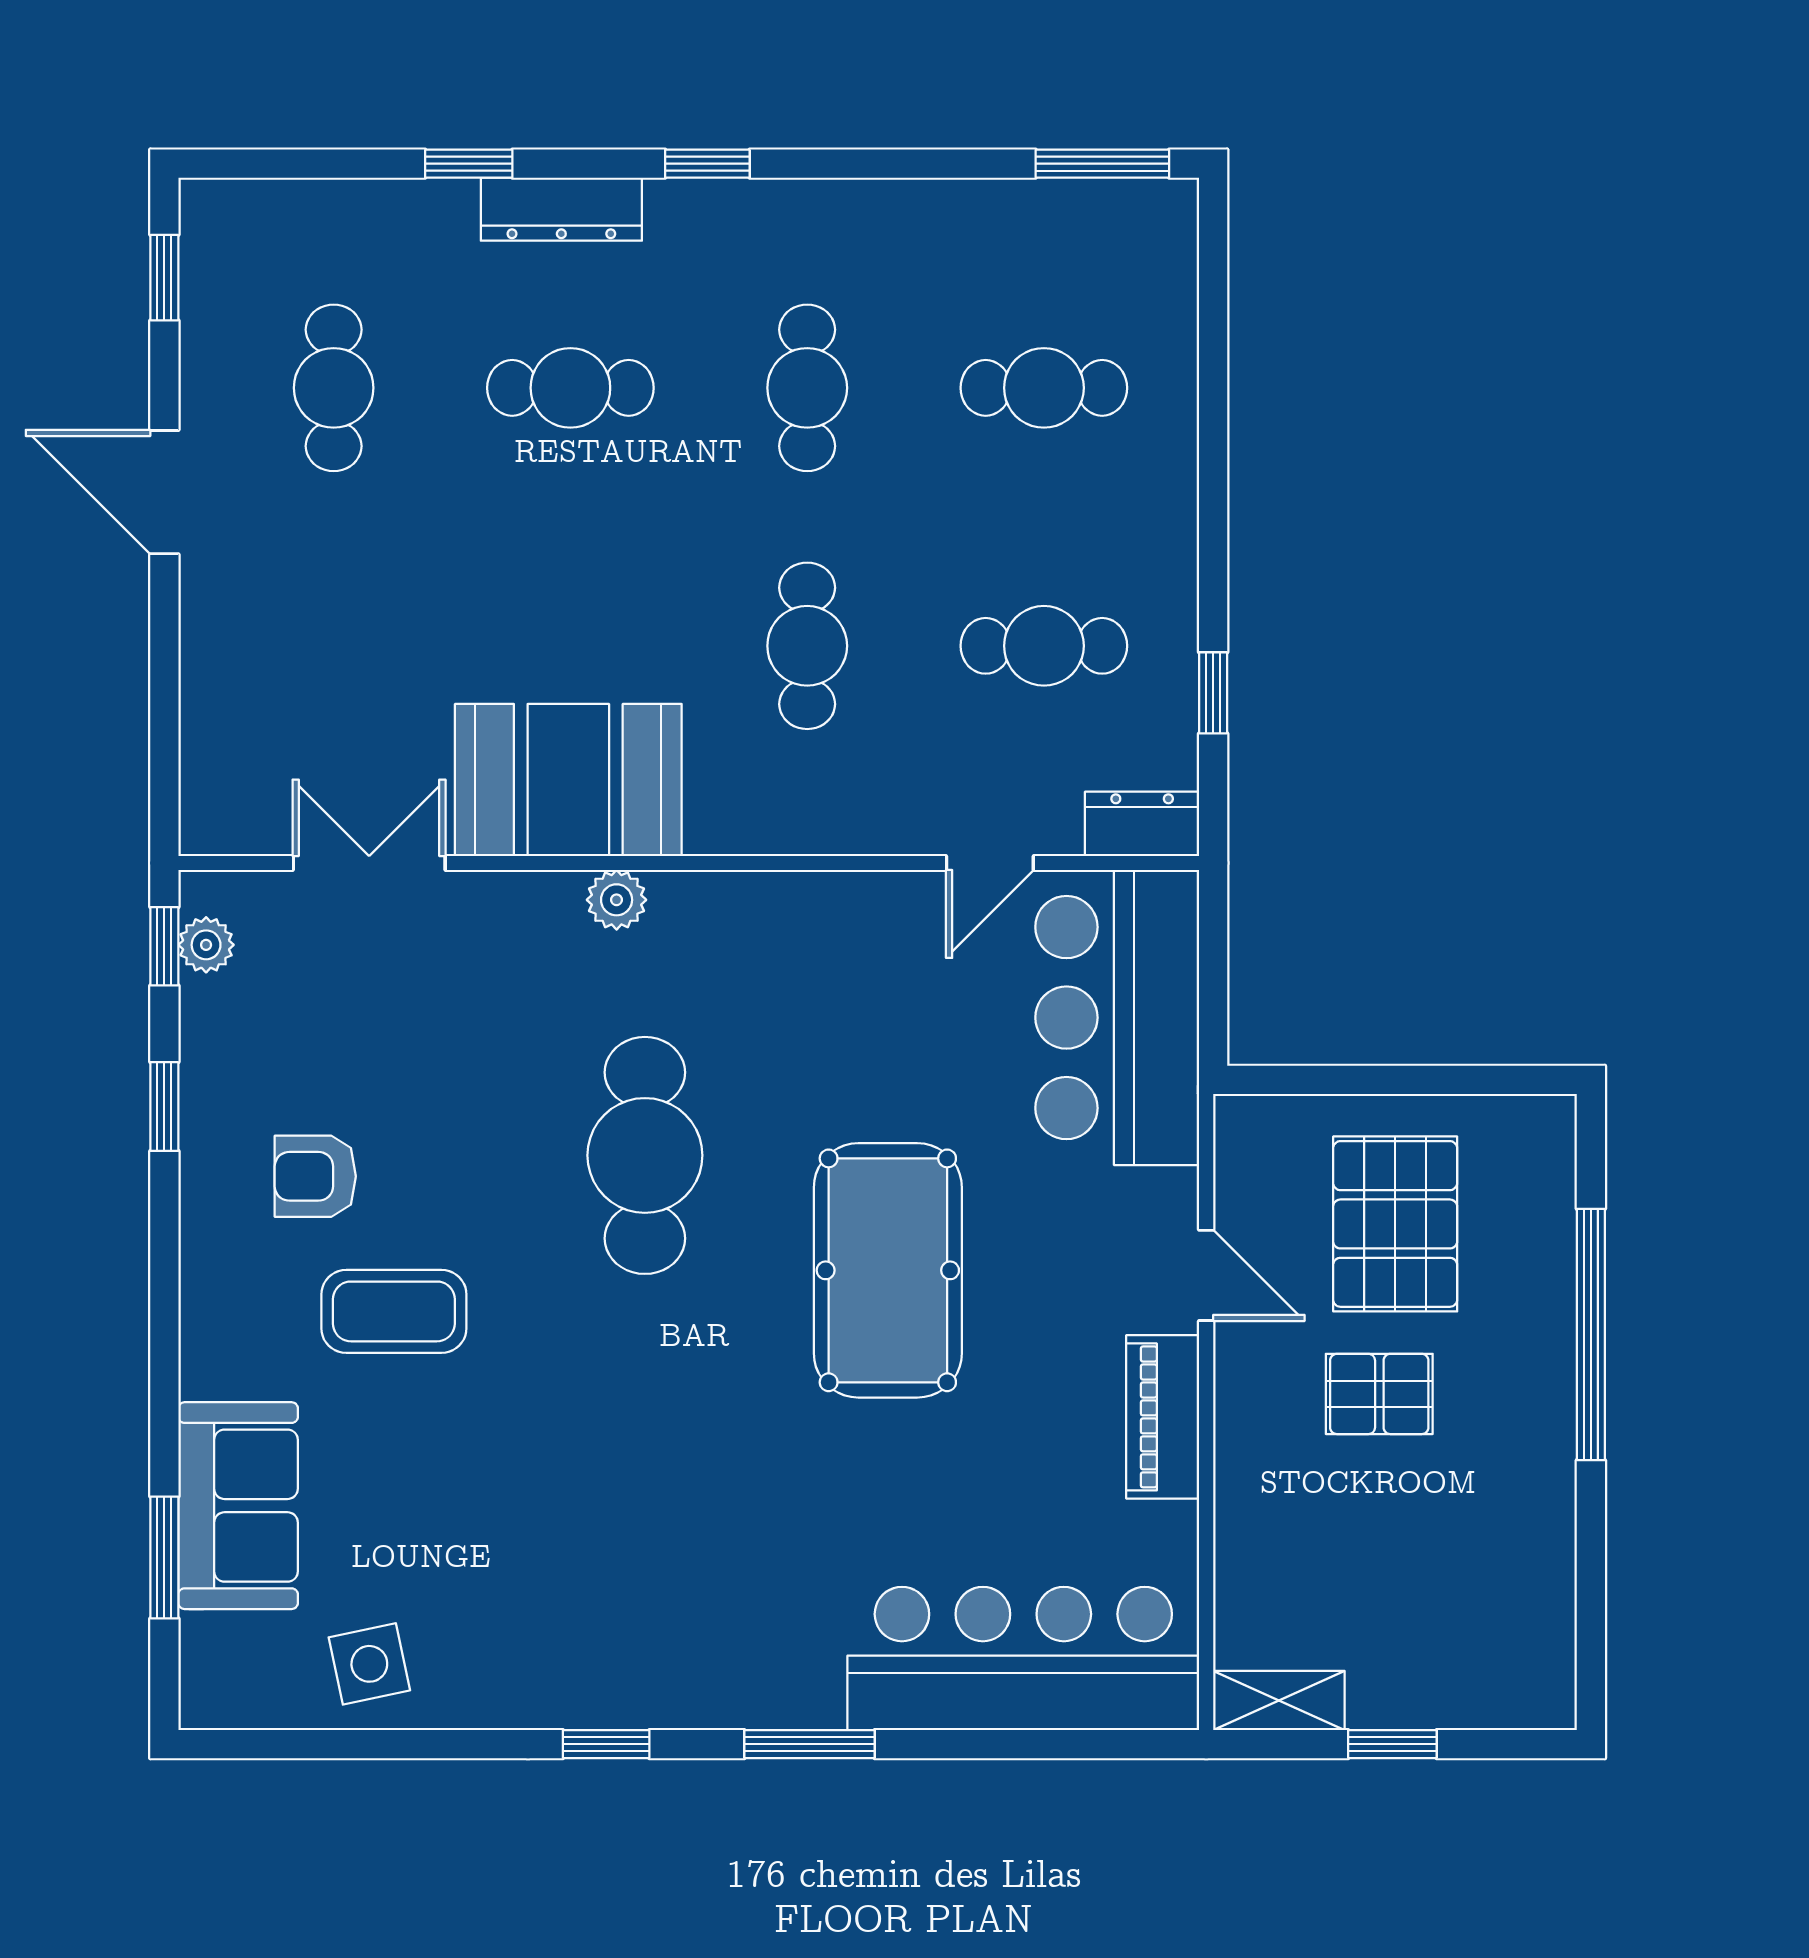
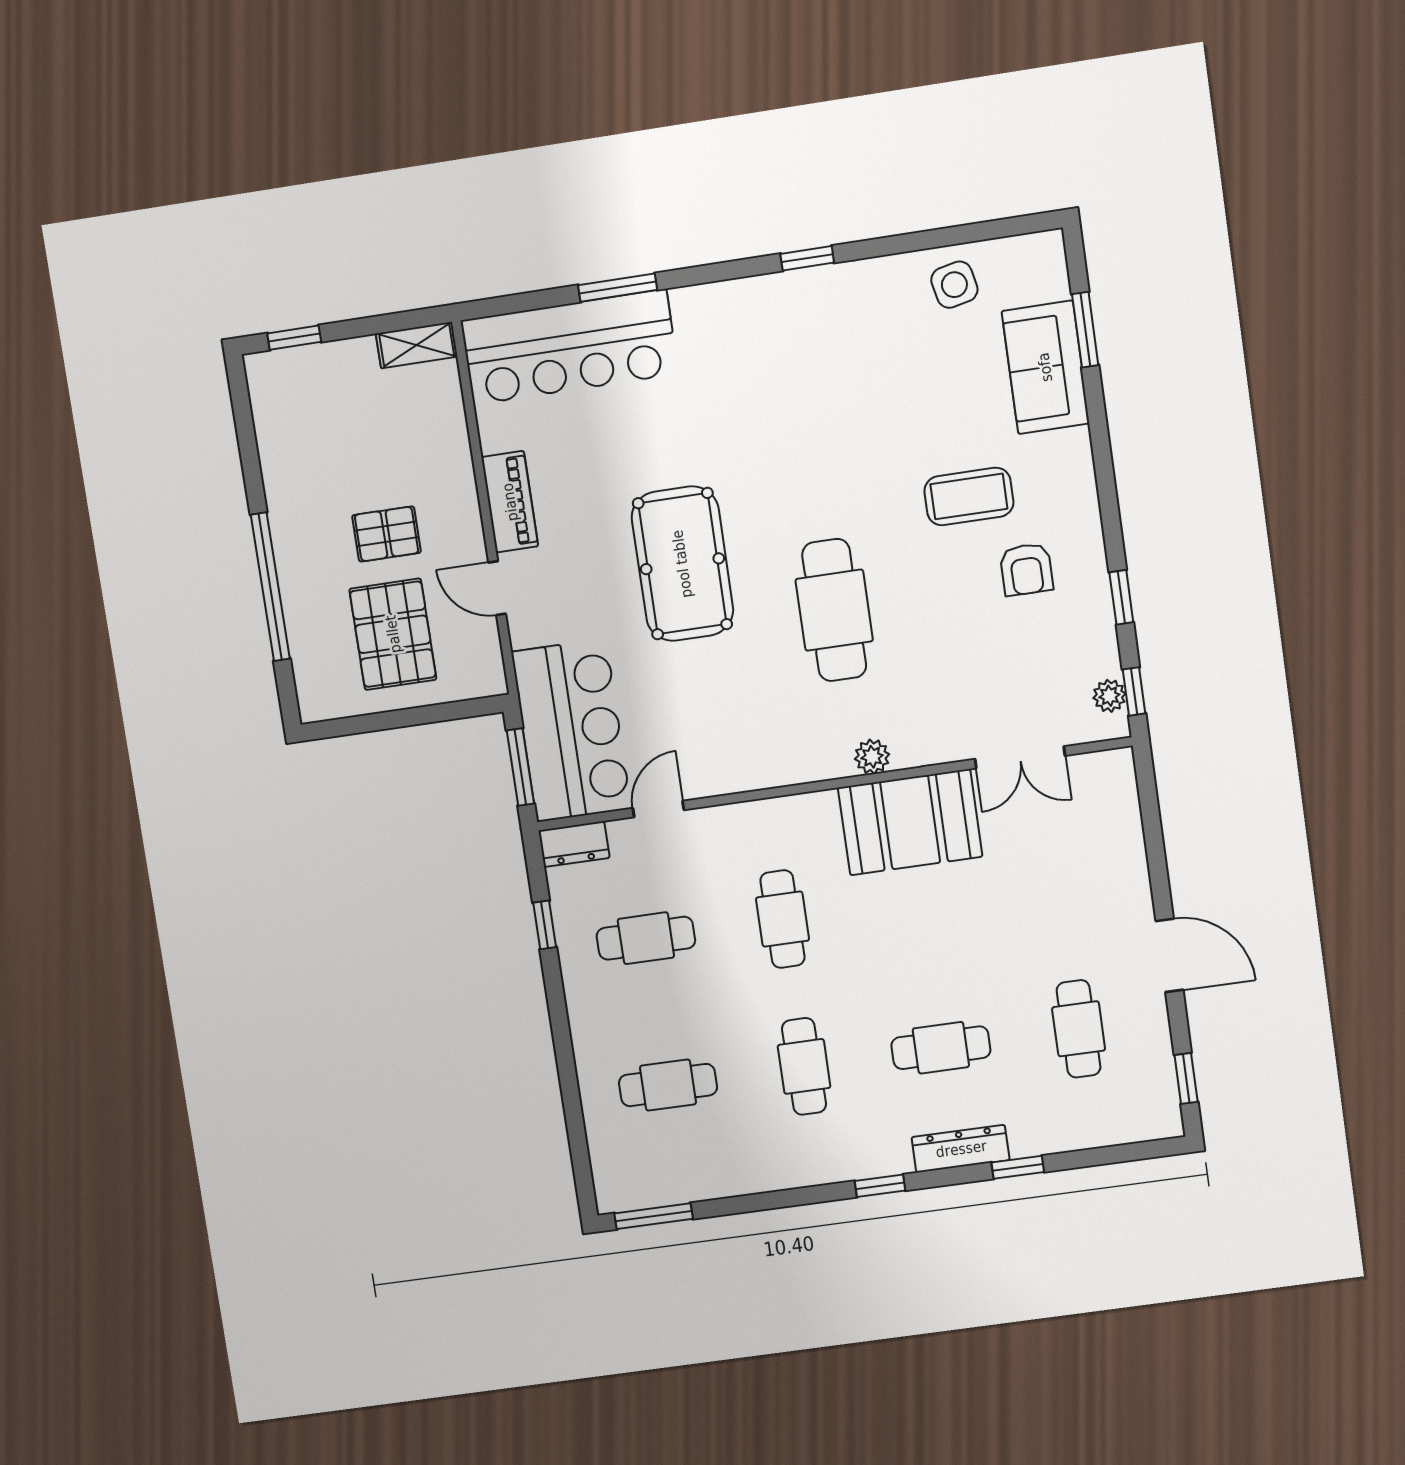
window: (1213, 968) -> (520, 767), added
armchair: (315, 1176) -> (1026, 569), turned 90
window: (809, 1744) -> (618, 288), moved
window: (1392, 1744) -> (294, 338), moved

